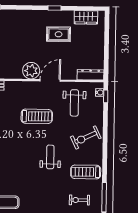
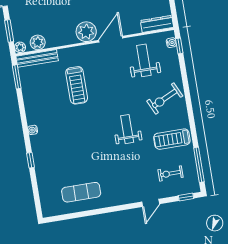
weight bench: (74, 103) -> (144, 60), turned 180
treadmill: (37, 116) -> (77, 85), moved, turned 90

